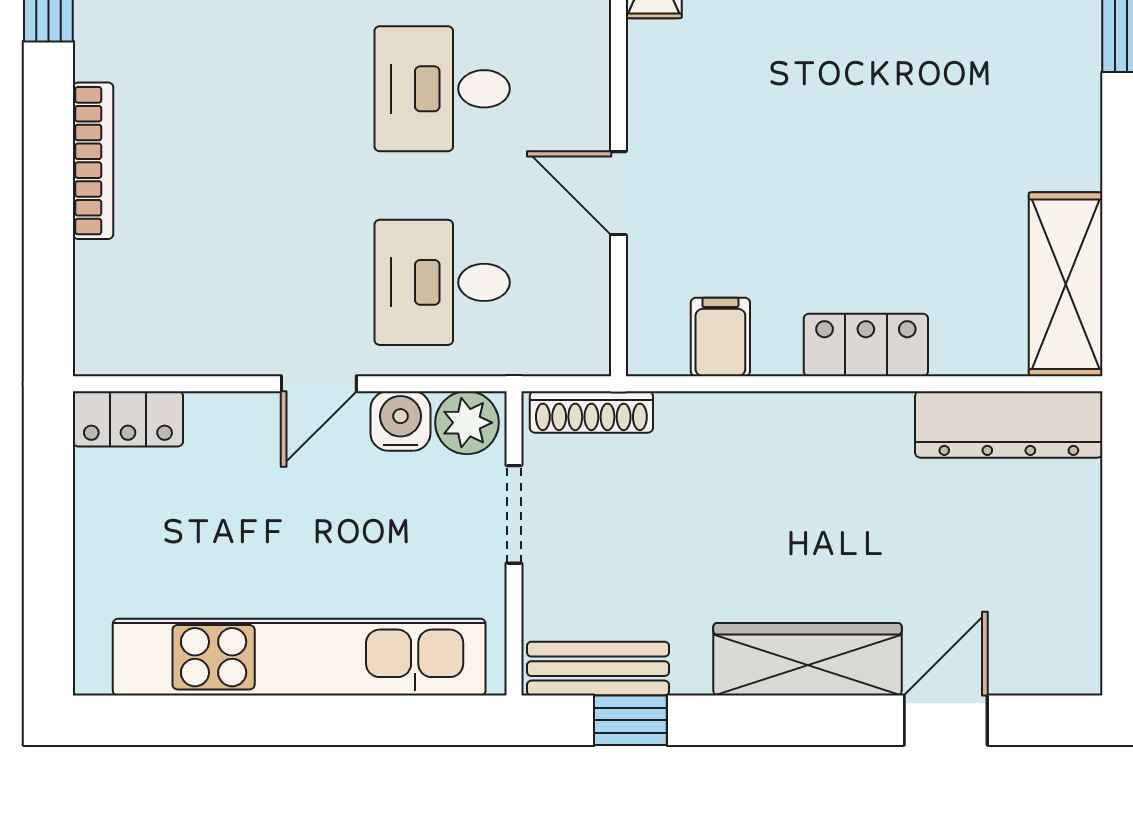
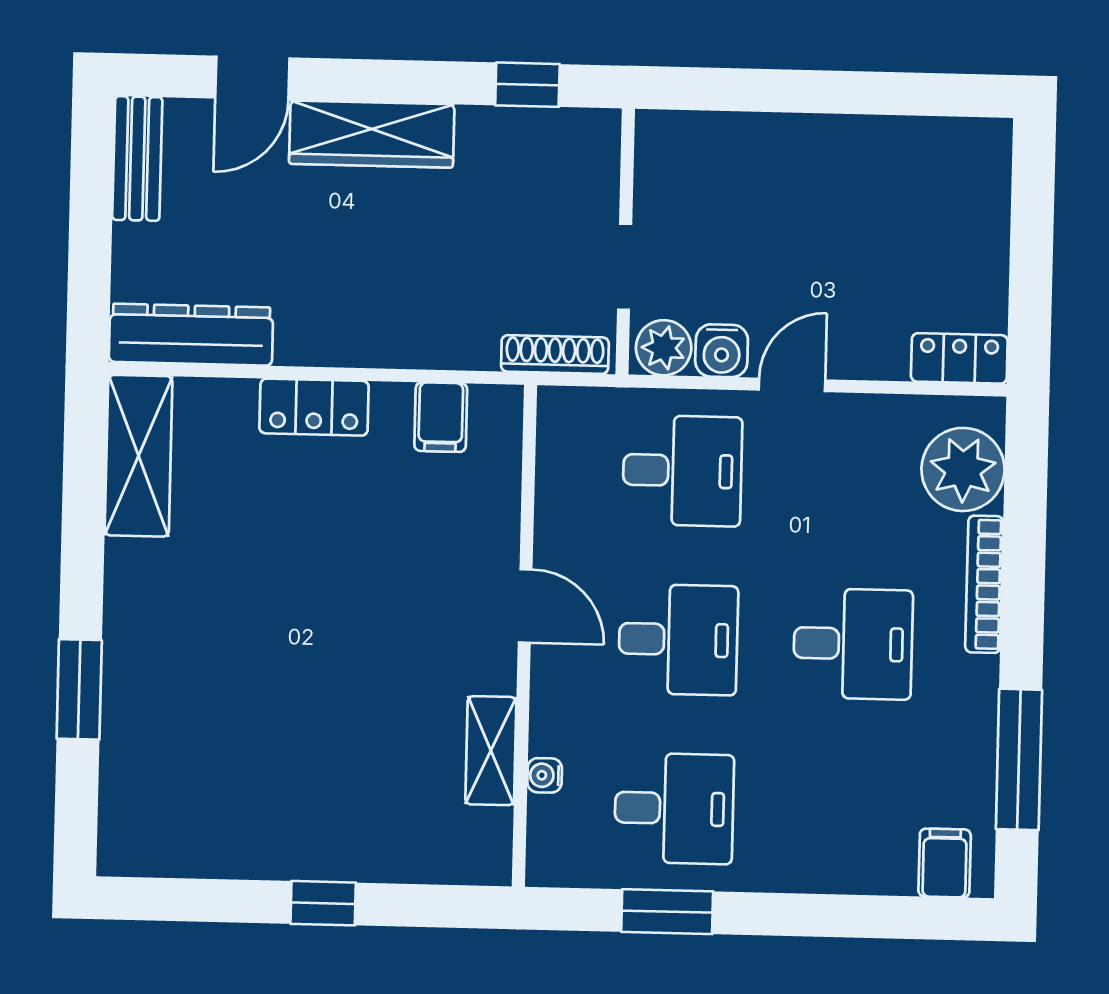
desk: (242, 89) -> (853, 644), added
door: (618, 193) -> (525, 606), moved
plant: (121, 292) -> (963, 469), added
kitchen unit: (299, 657) -> (815, 147), removed
bench: (598, 669) -> (137, 159), moved, turned 90

